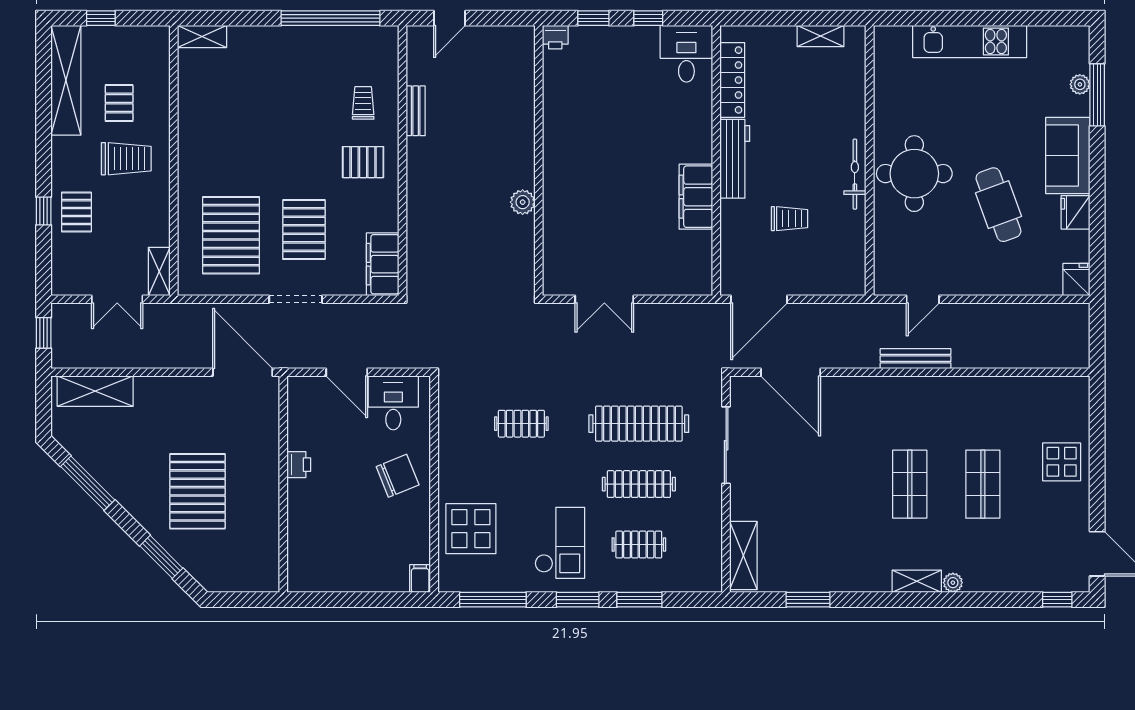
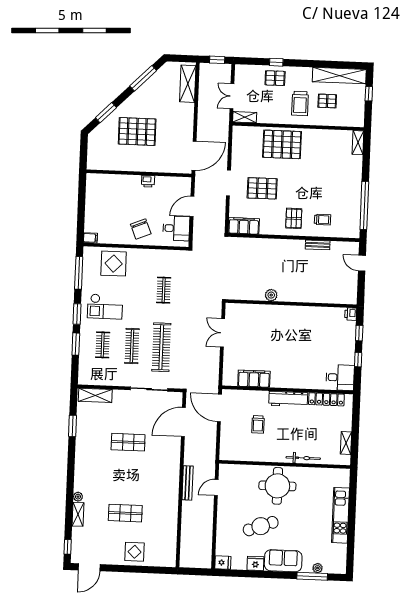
bicycle: (855, 174) -> (303, 458), moved
filing cabinet: (696, 197) -> (254, 379), moved
pallet: (231, 235) -> (282, 144), moved
door: (923, 299) -> (216, 488), hinge flipped
shop shelf: (910, 484) -> (128, 442), moved
shelving: (917, 581) -> (78, 514), moved

